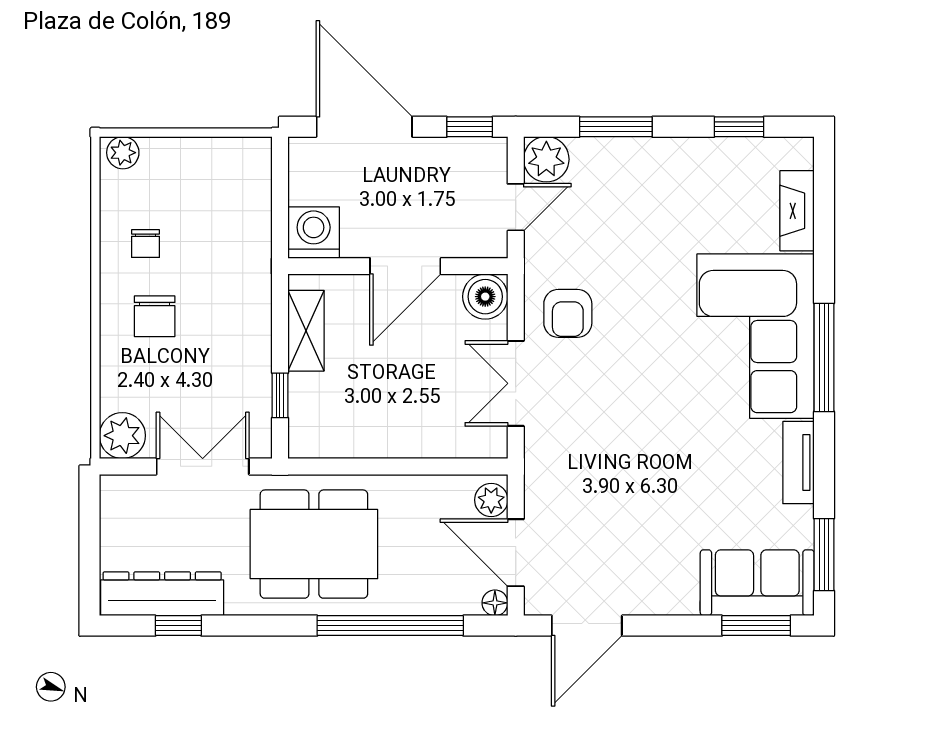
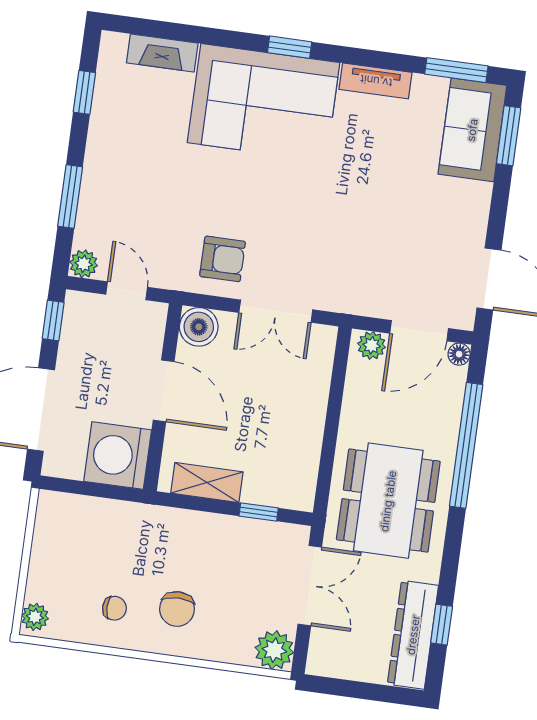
plant: (546, 159) -> (84, 264), width x0.73, depth x0.73
washing machine: (314, 233) -> (118, 456), width x1.37, depth x1.37
chair: (155, 316) -> (177, 609), turned 90
window: (824, 357) -> (290, 47), width x0.46
double door: (203, 466) -> (310, 586), swing flipped

